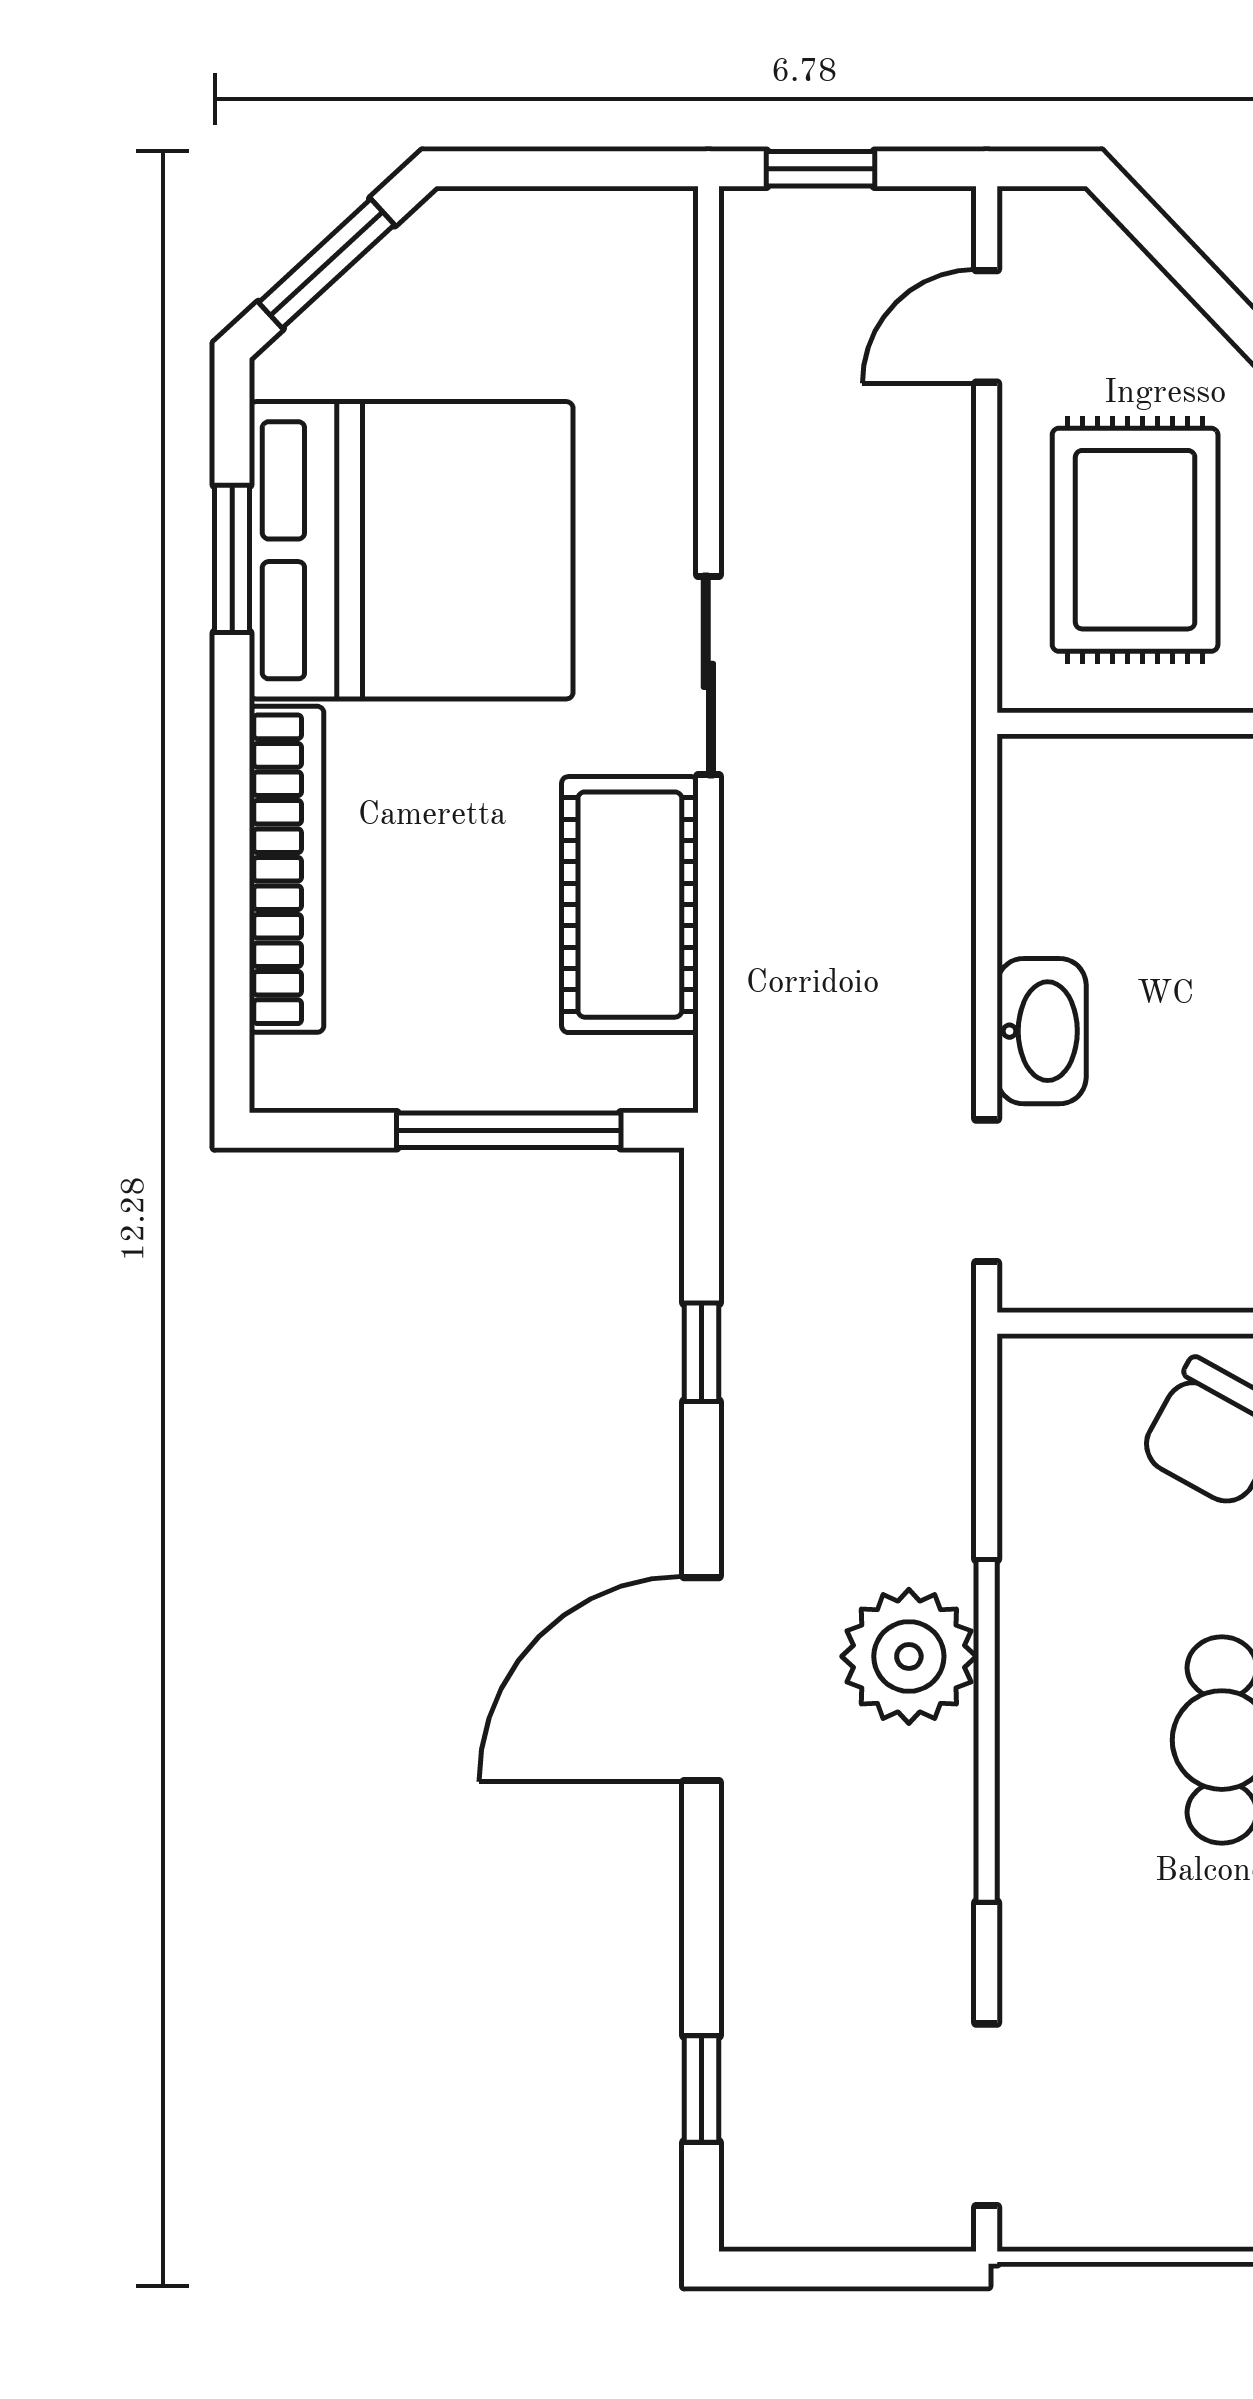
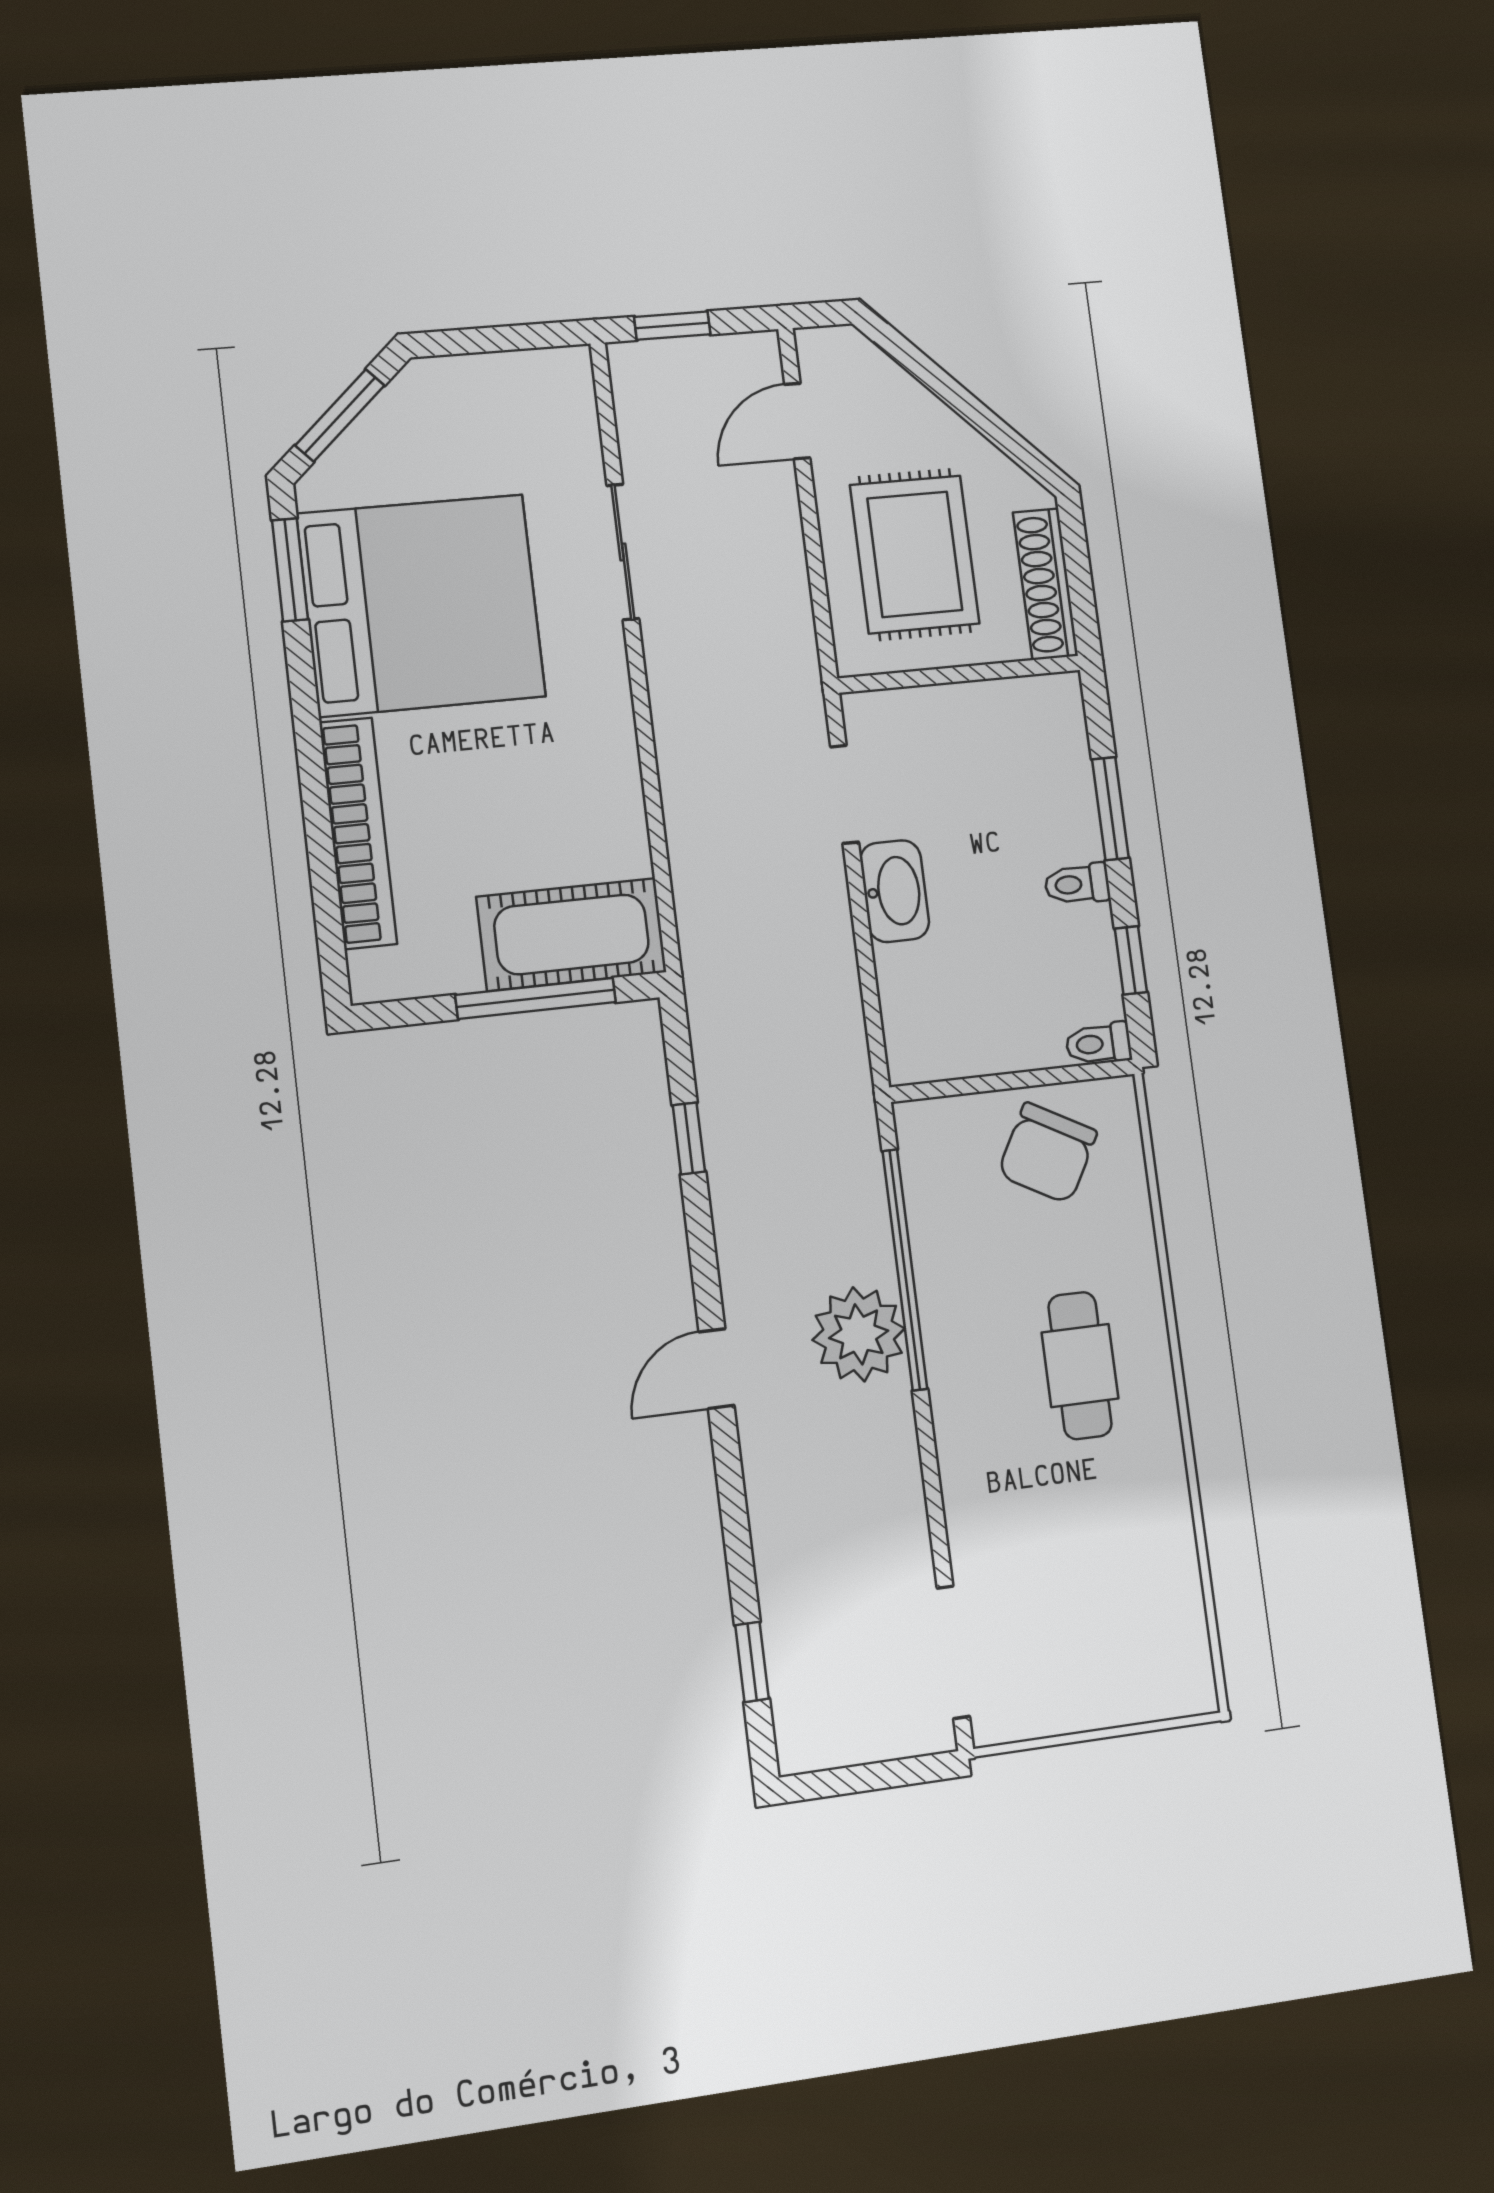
window: (232, 559) -> (290, 570), moved
sliding door: (708, 675) -> (623, 552), moved
cot: (630, 905) -> (572, 934), moved, turned 90
doorway: (987, 1191) -> (845, 794), moved
door: (701, 1679) -> (717, 1369), width x0.53
window: (987, 1731) -> (905, 1270), moved

